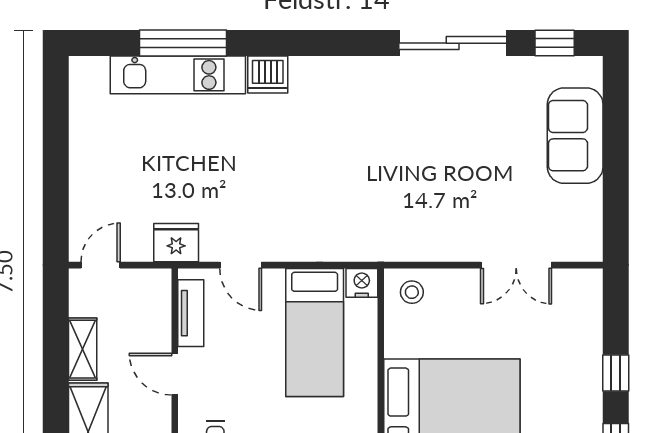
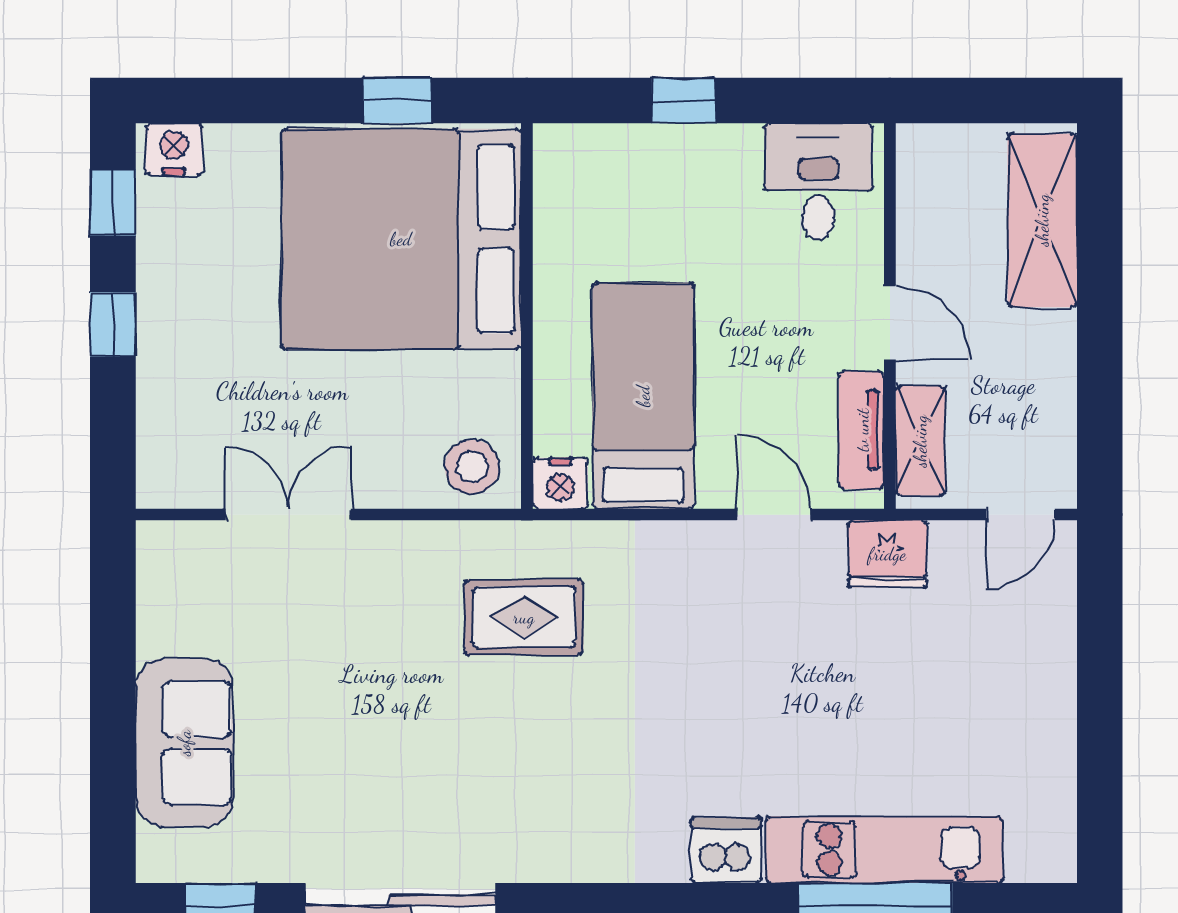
rug: (382, 207) -> (524, 617), added
stool: (412, 292) -> (472, 467), width x1.37, depth x1.37
shelving: (83, 349) -> (920, 441), moved

